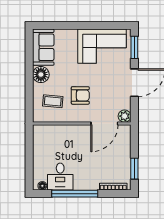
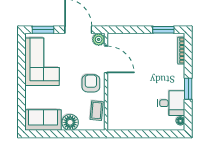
plant: (125, 116) -> (99, 39), moved
wall: (82, 124) -> (106, 82), moved
door: (104, 124) -> (106, 59), moved
window: (75, 194) -> (188, 89), width x0.47

